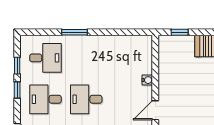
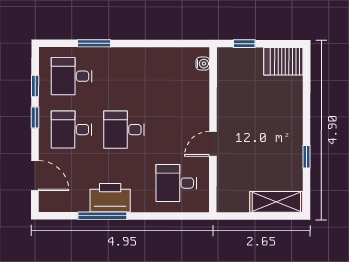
window: (75, 32) -> (94, 43), moved
desk: (45, 58) -> (72, 76), turned 180
water cooler: (147, 80) -> (203, 64), moved

